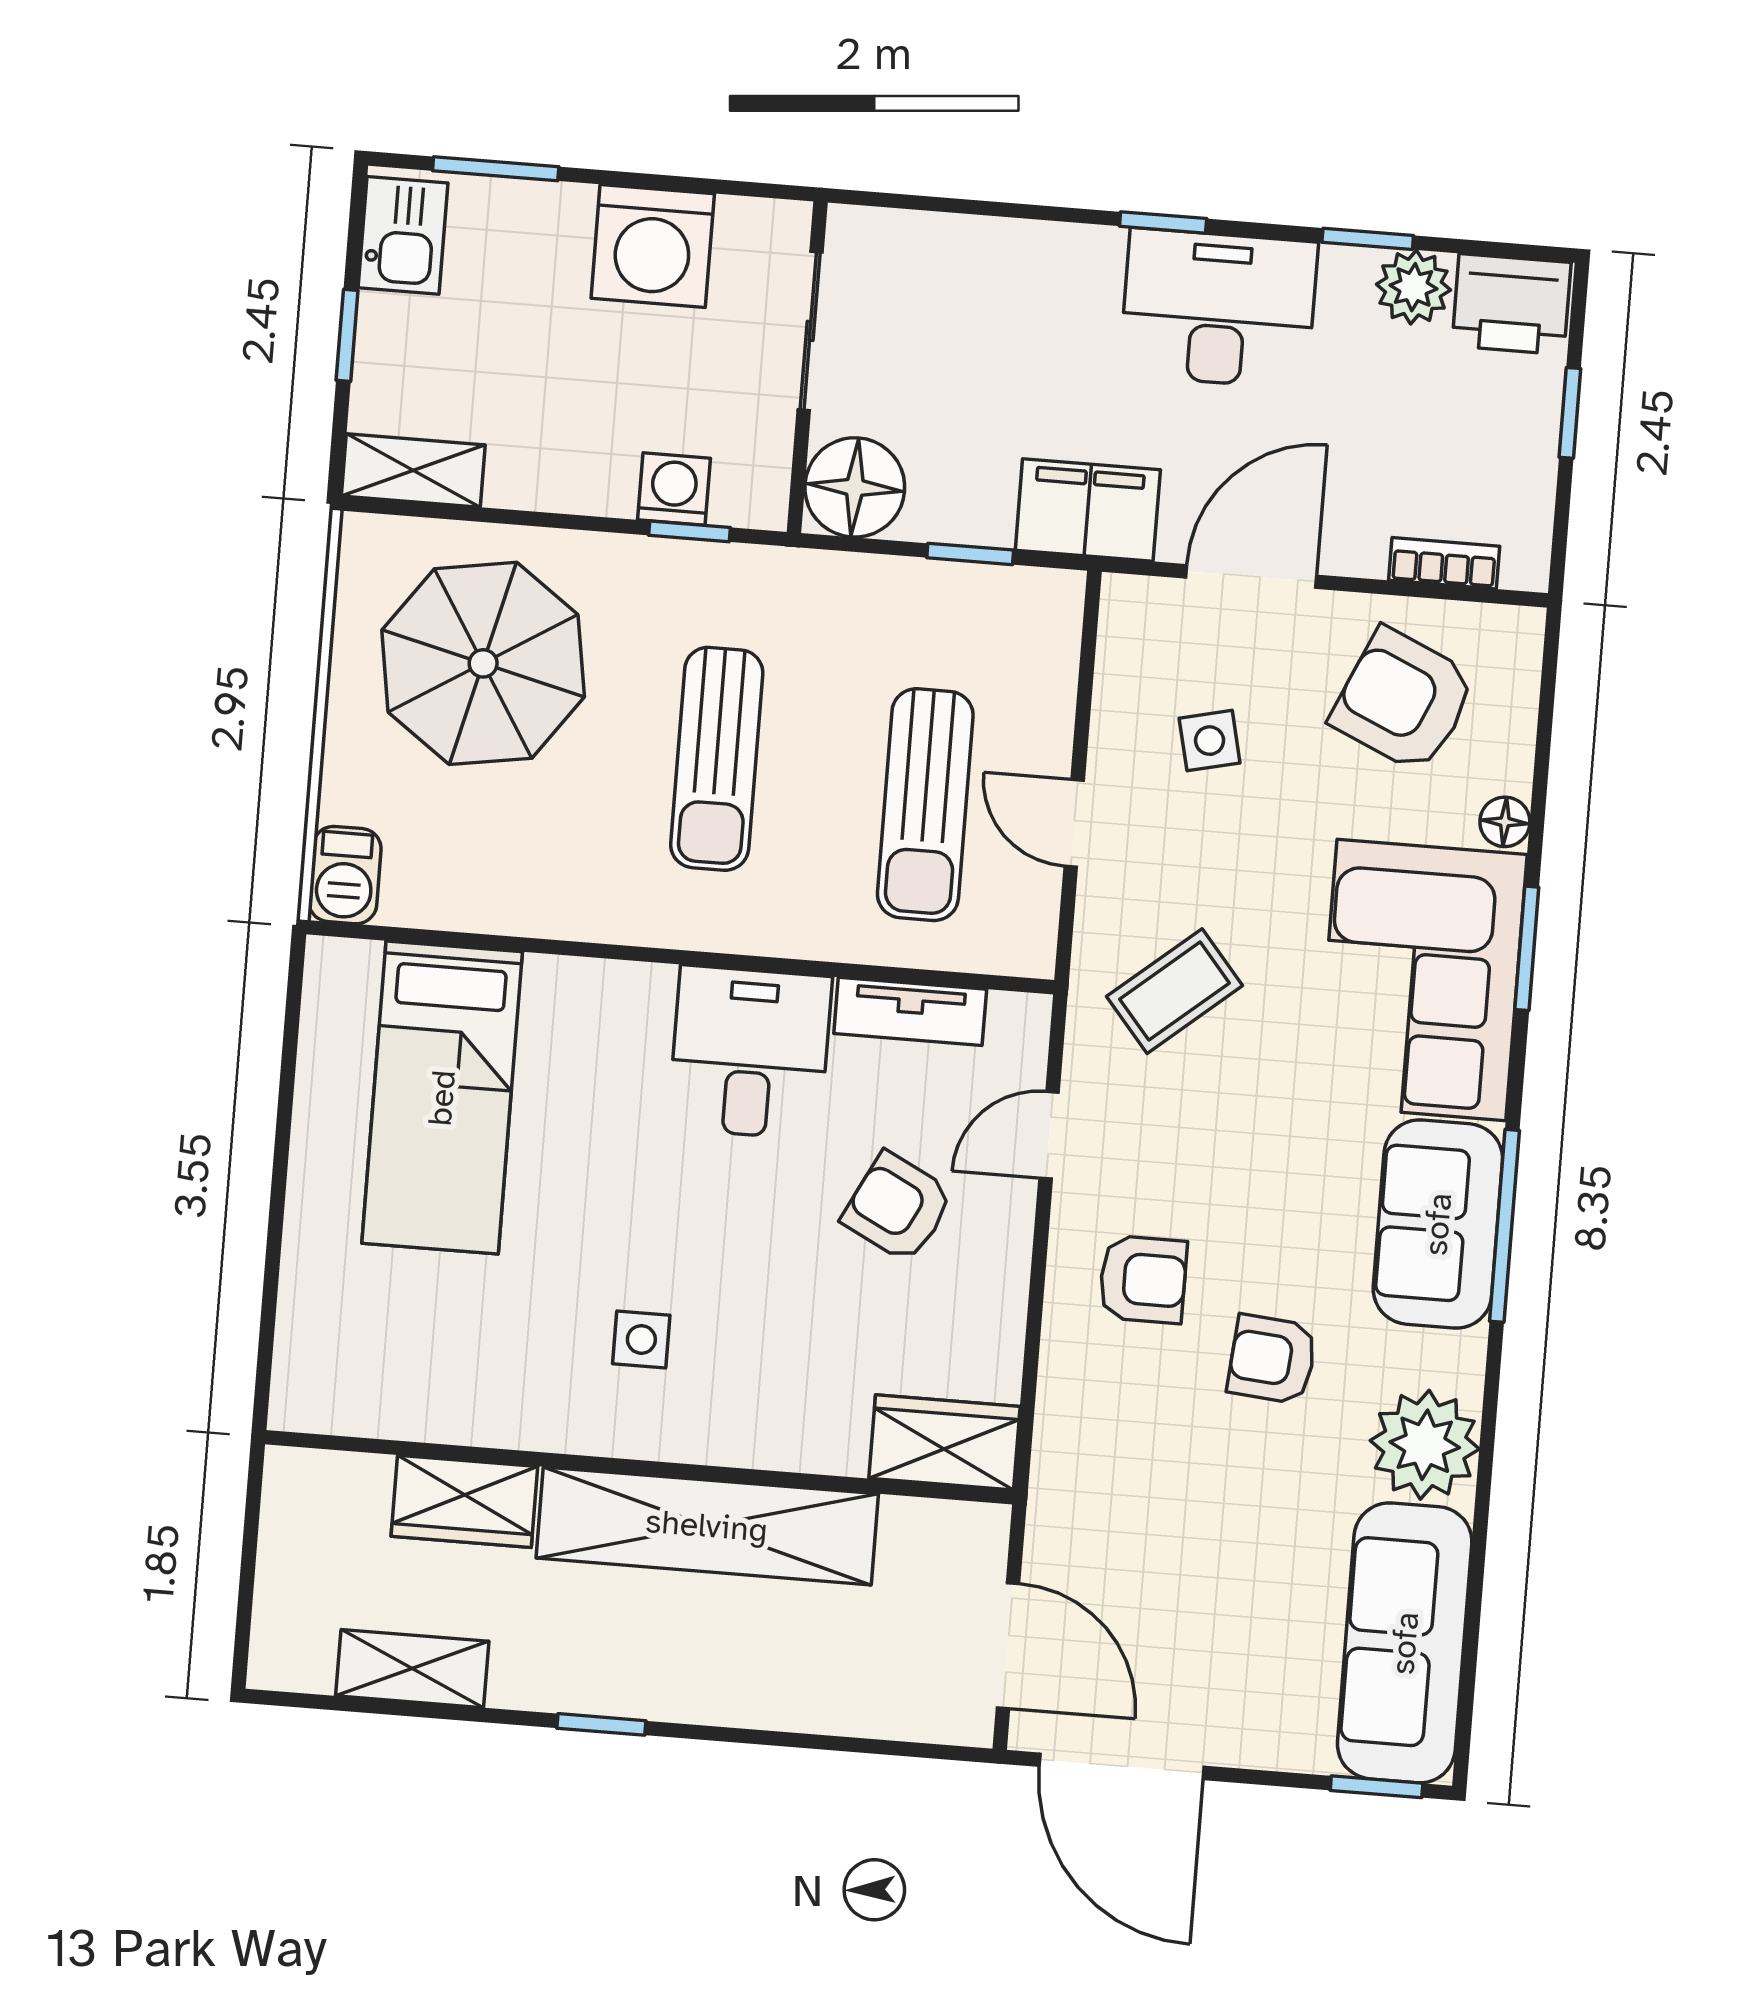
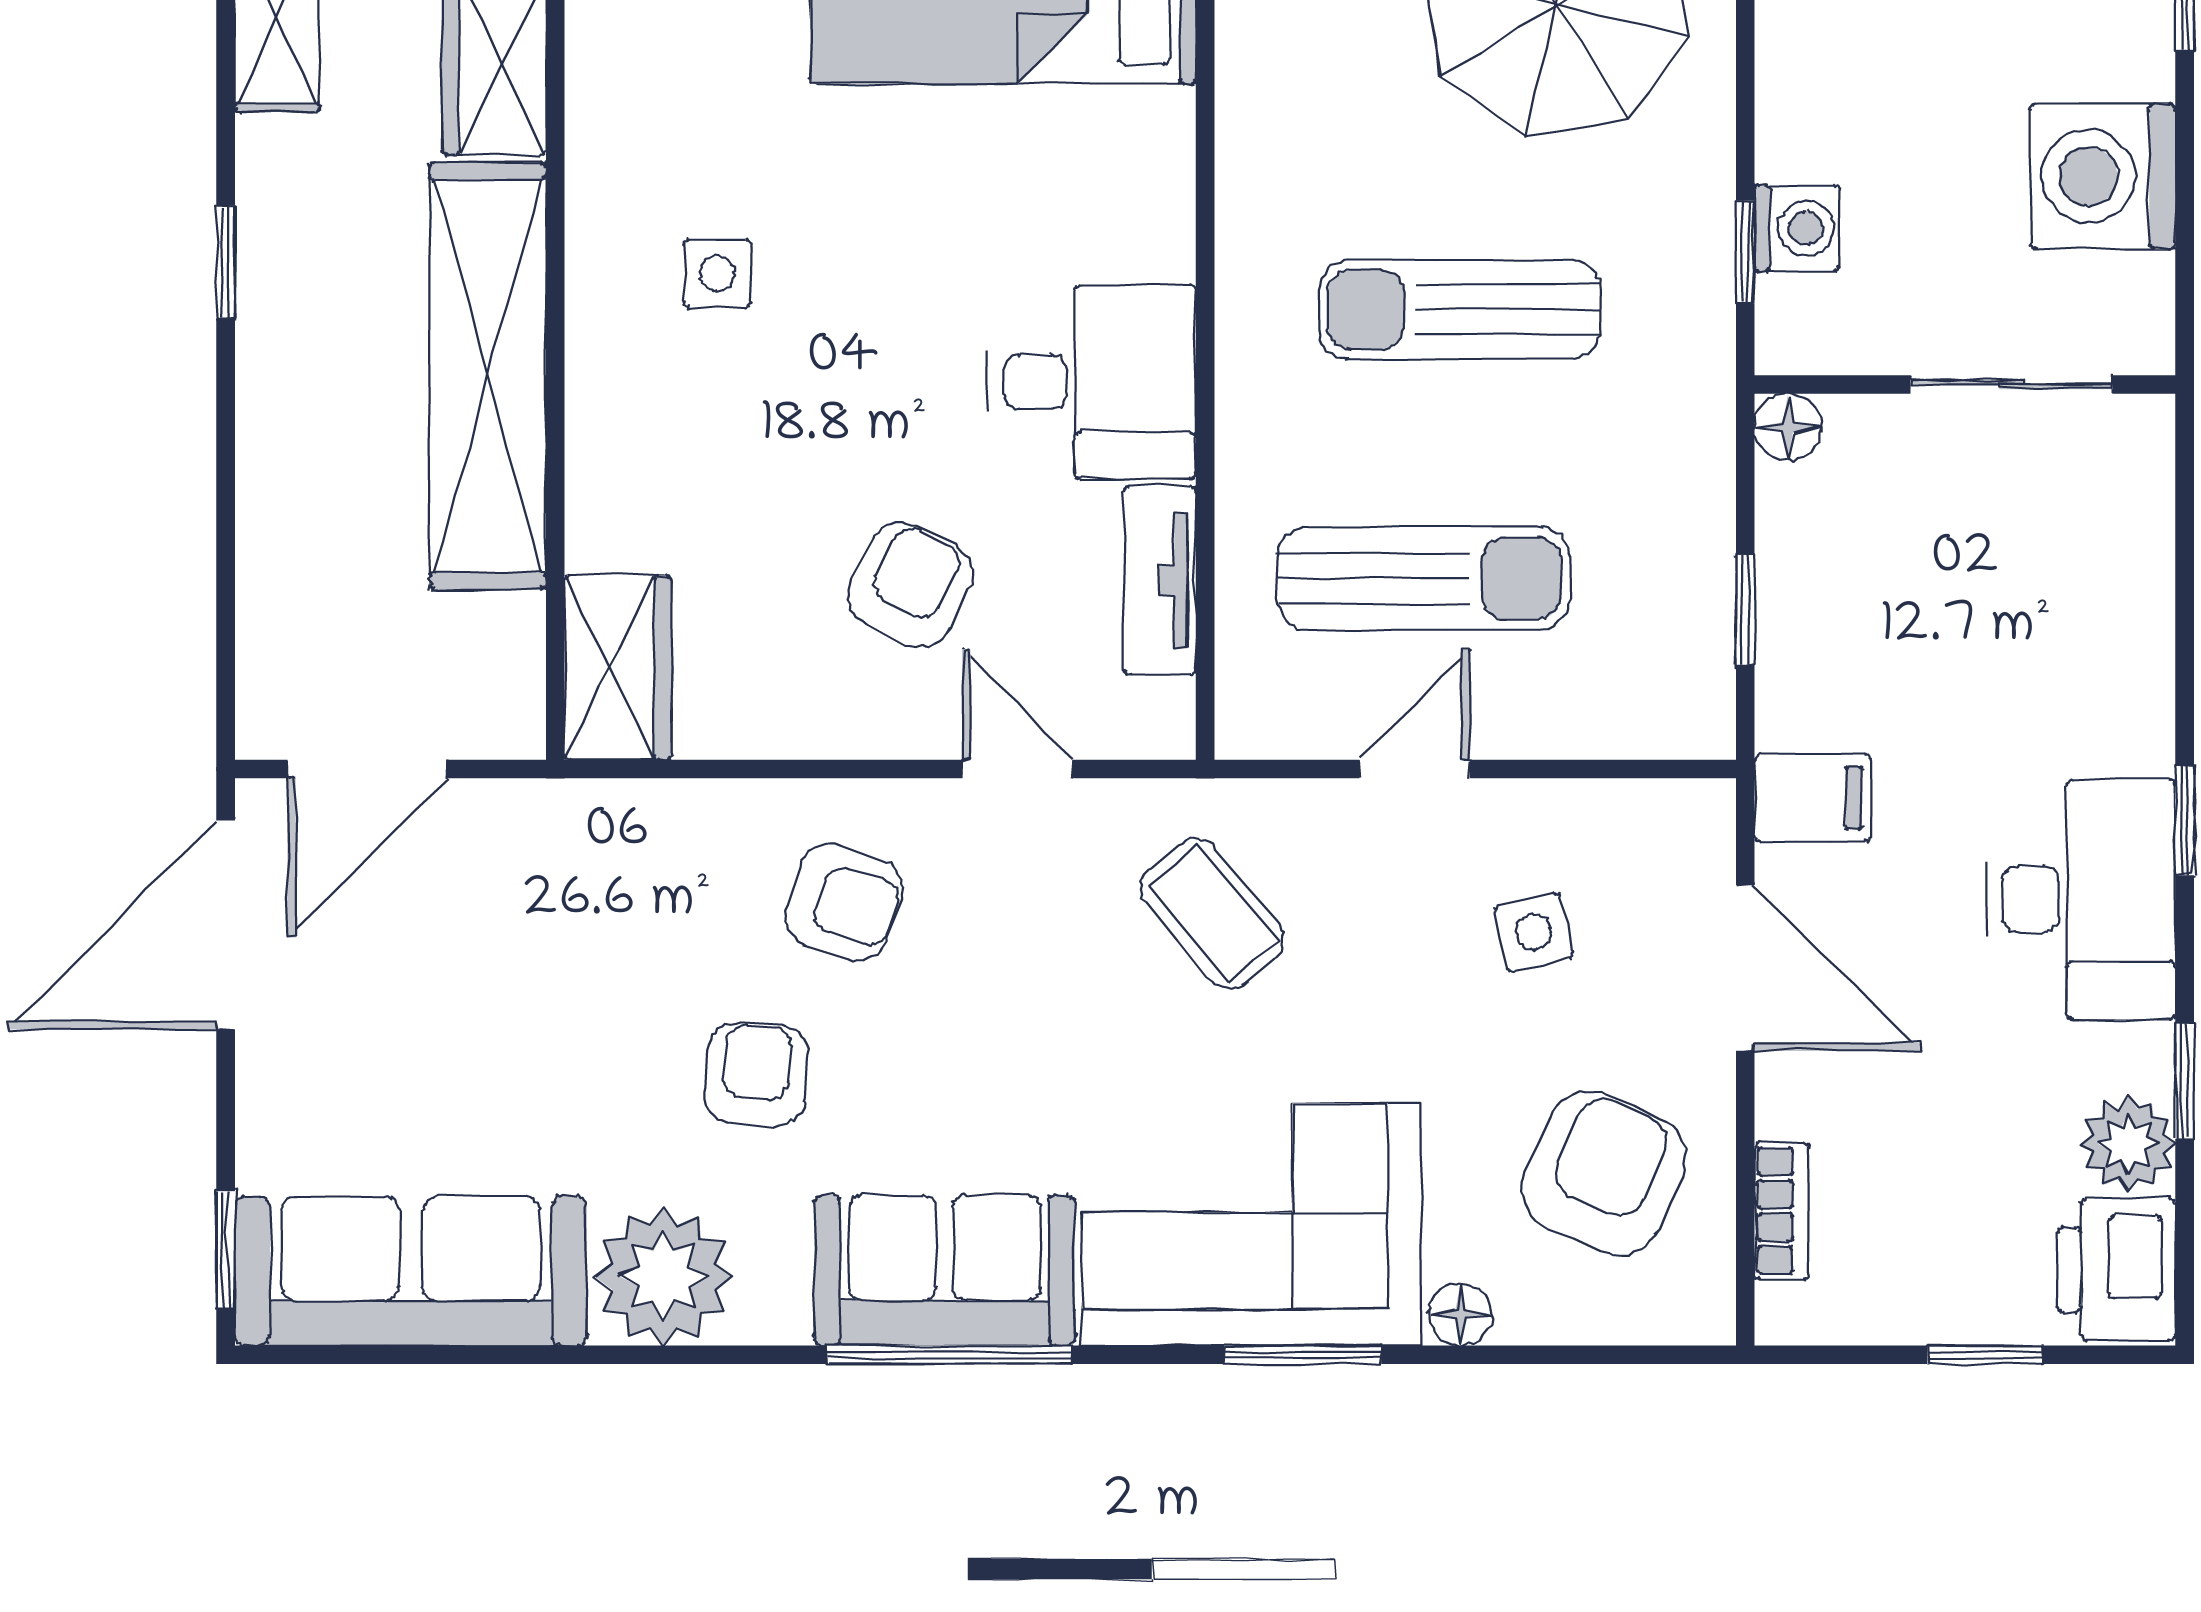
floor lamp: (855, 487) -> (1788, 427), width x0.53, depth x0.53
filing cabinet: (1088, 510) -> (1813, 798), width x0.50
sun lounger: (925, 805) -> (1423, 578), turned 180
armchair: (1143, 1279) -> (844, 902), turned -72

